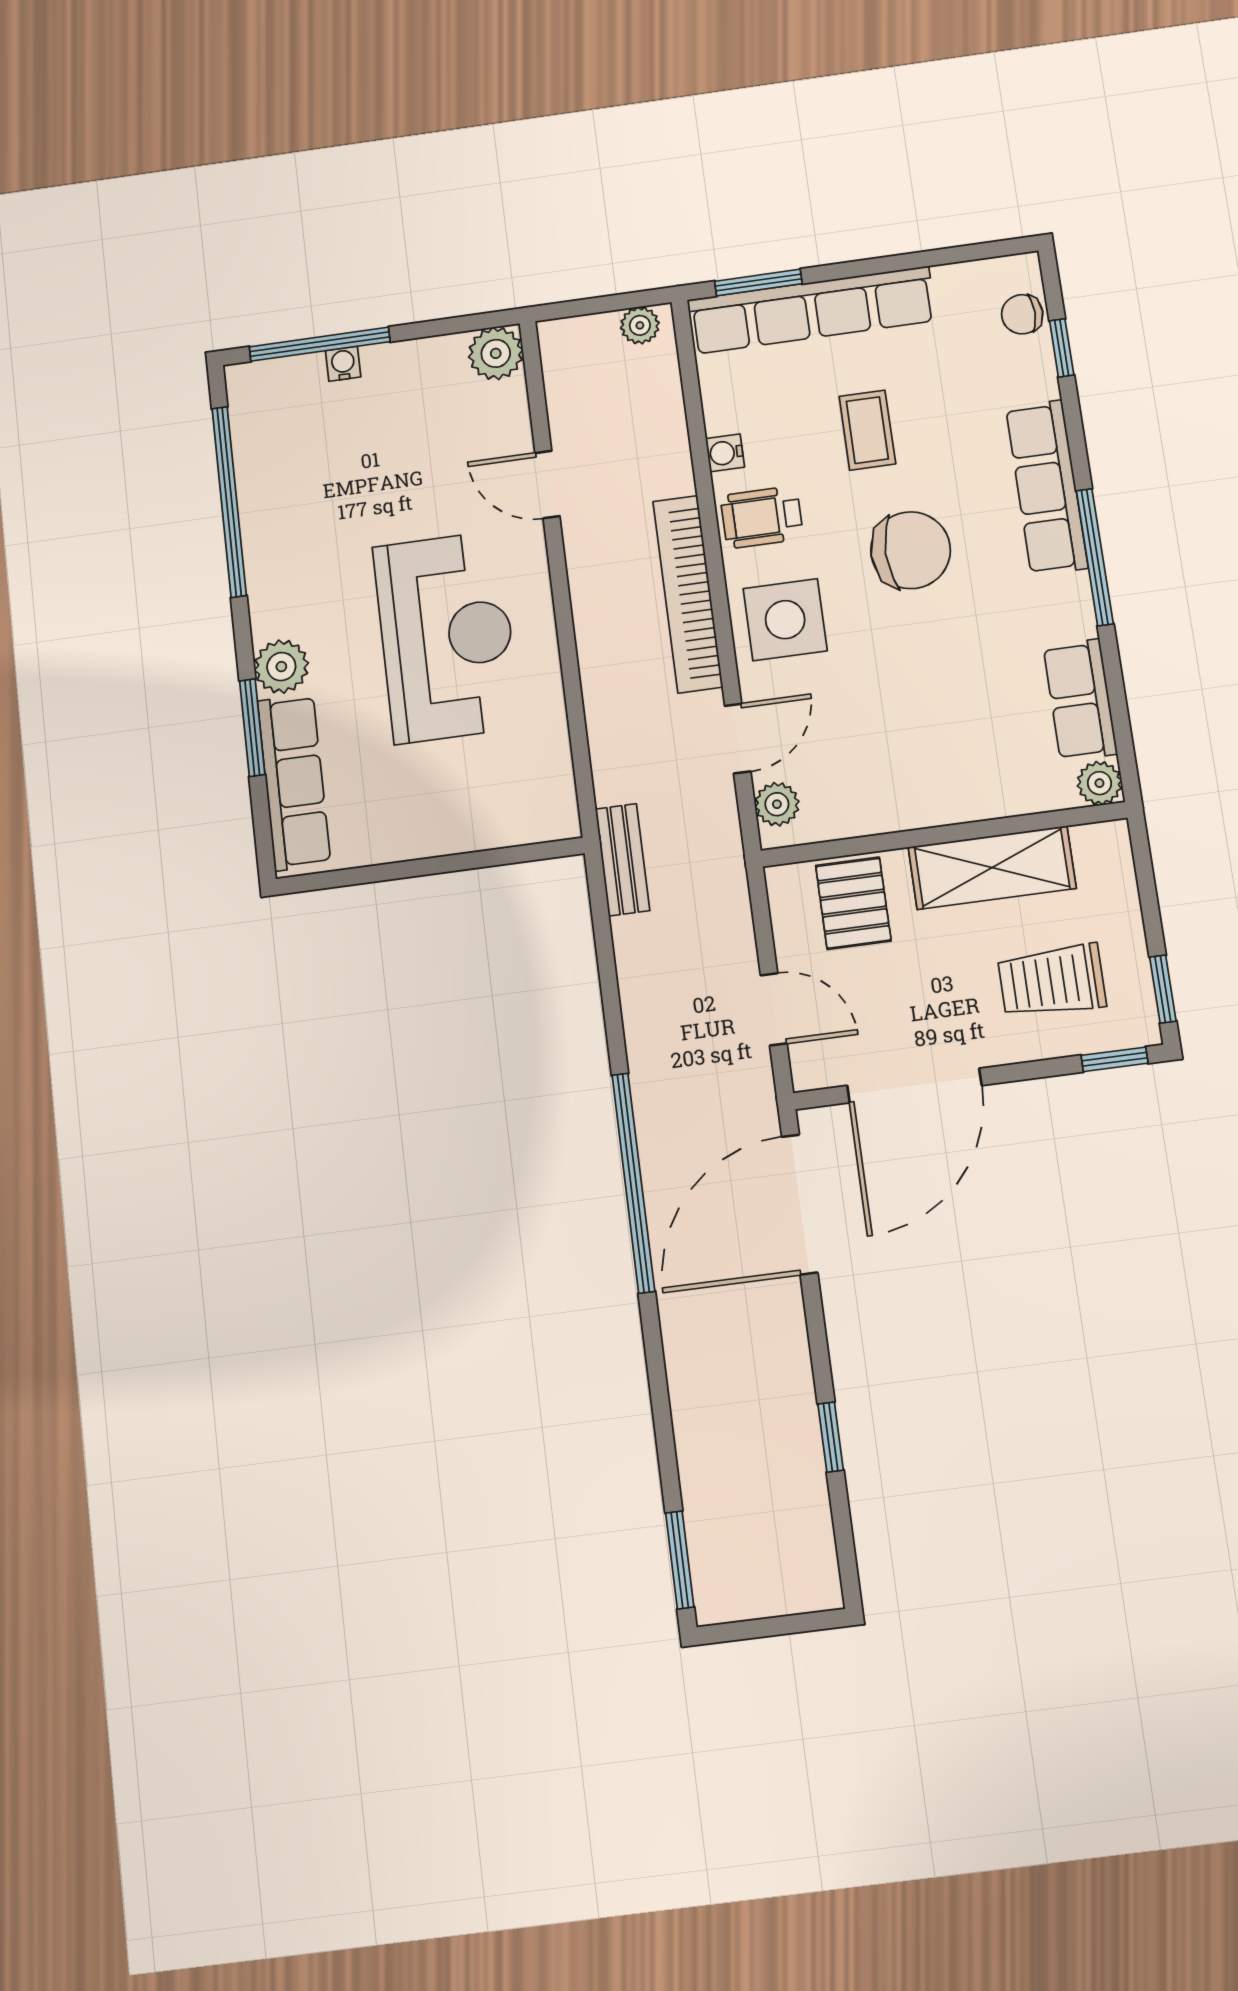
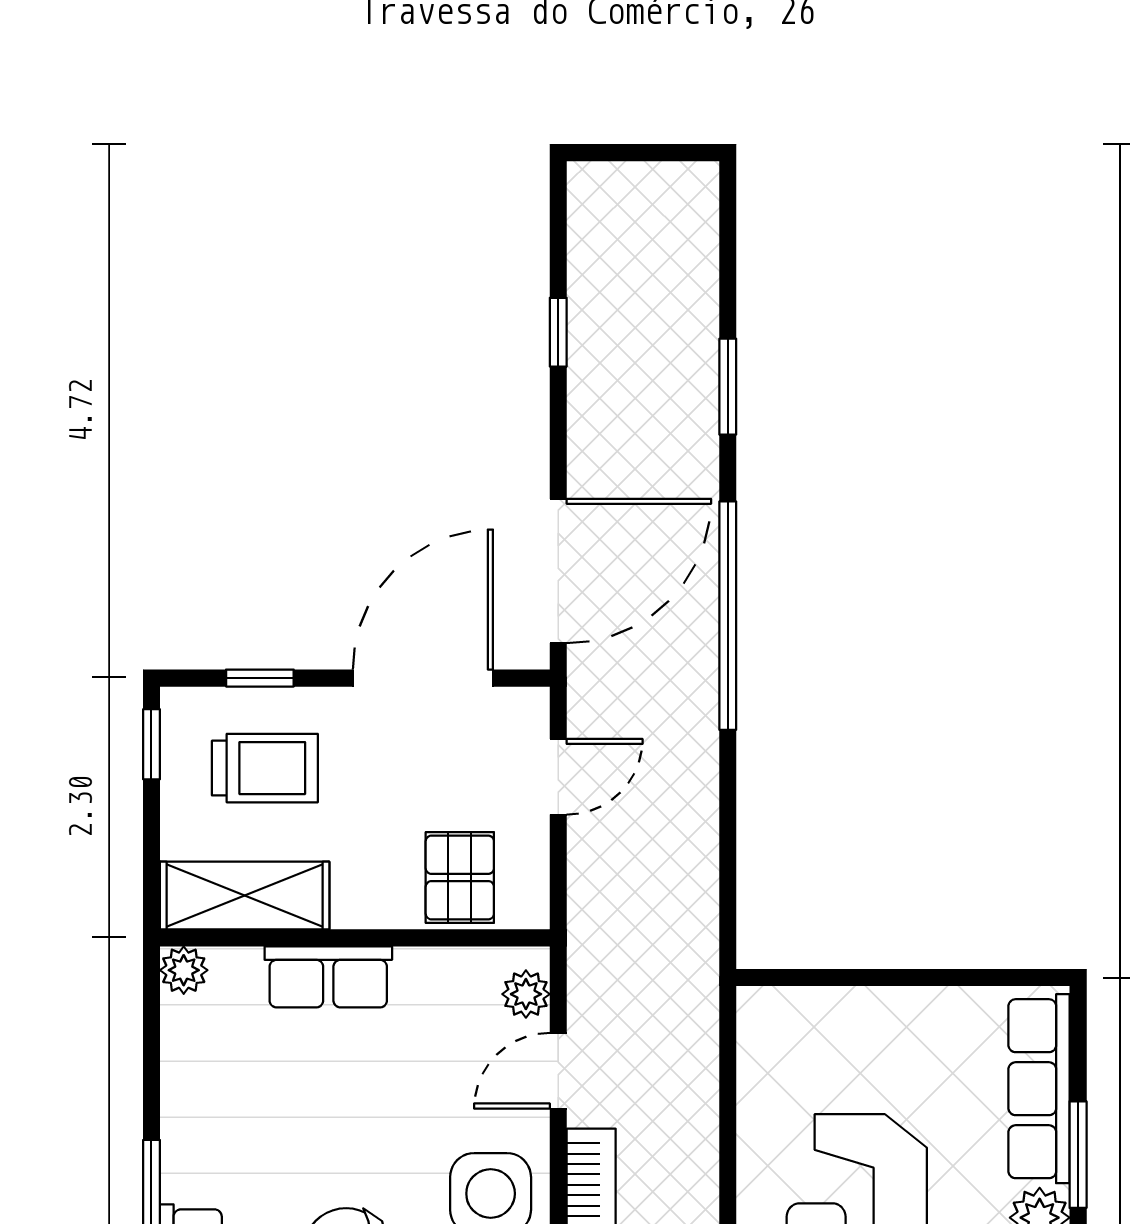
row of seats: (1080, 700) -> (328, 977), moved, turned 90
bench: (623, 860) -> (697, 957), removed
shelving: (992, 868) -> (245, 896), moved
door: (774, 1009) -> (558, 777), swing flipped
window: (1114, 1059) -> (260, 678), moved
window: (680, 1560) -> (728, 387), moved

